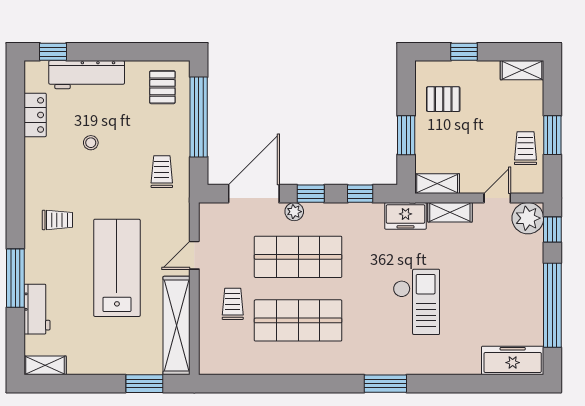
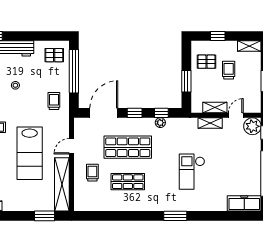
pallet: (162, 87) -> (54, 55), turned 90
trolley: (525, 148) -> (229, 70), moved
shelving: (437, 184) -> (215, 108), moved
plant: (294, 212) -> (160, 123), moved
freezer: (406, 216) -> (186, 125), removed
lab bench: (117, 268) -> (30, 153), turned 180
checkout: (416, 302) -> (192, 172), turned 180
shop shelf: (298, 320) -> (128, 182), width x0.70, depth x0.74

